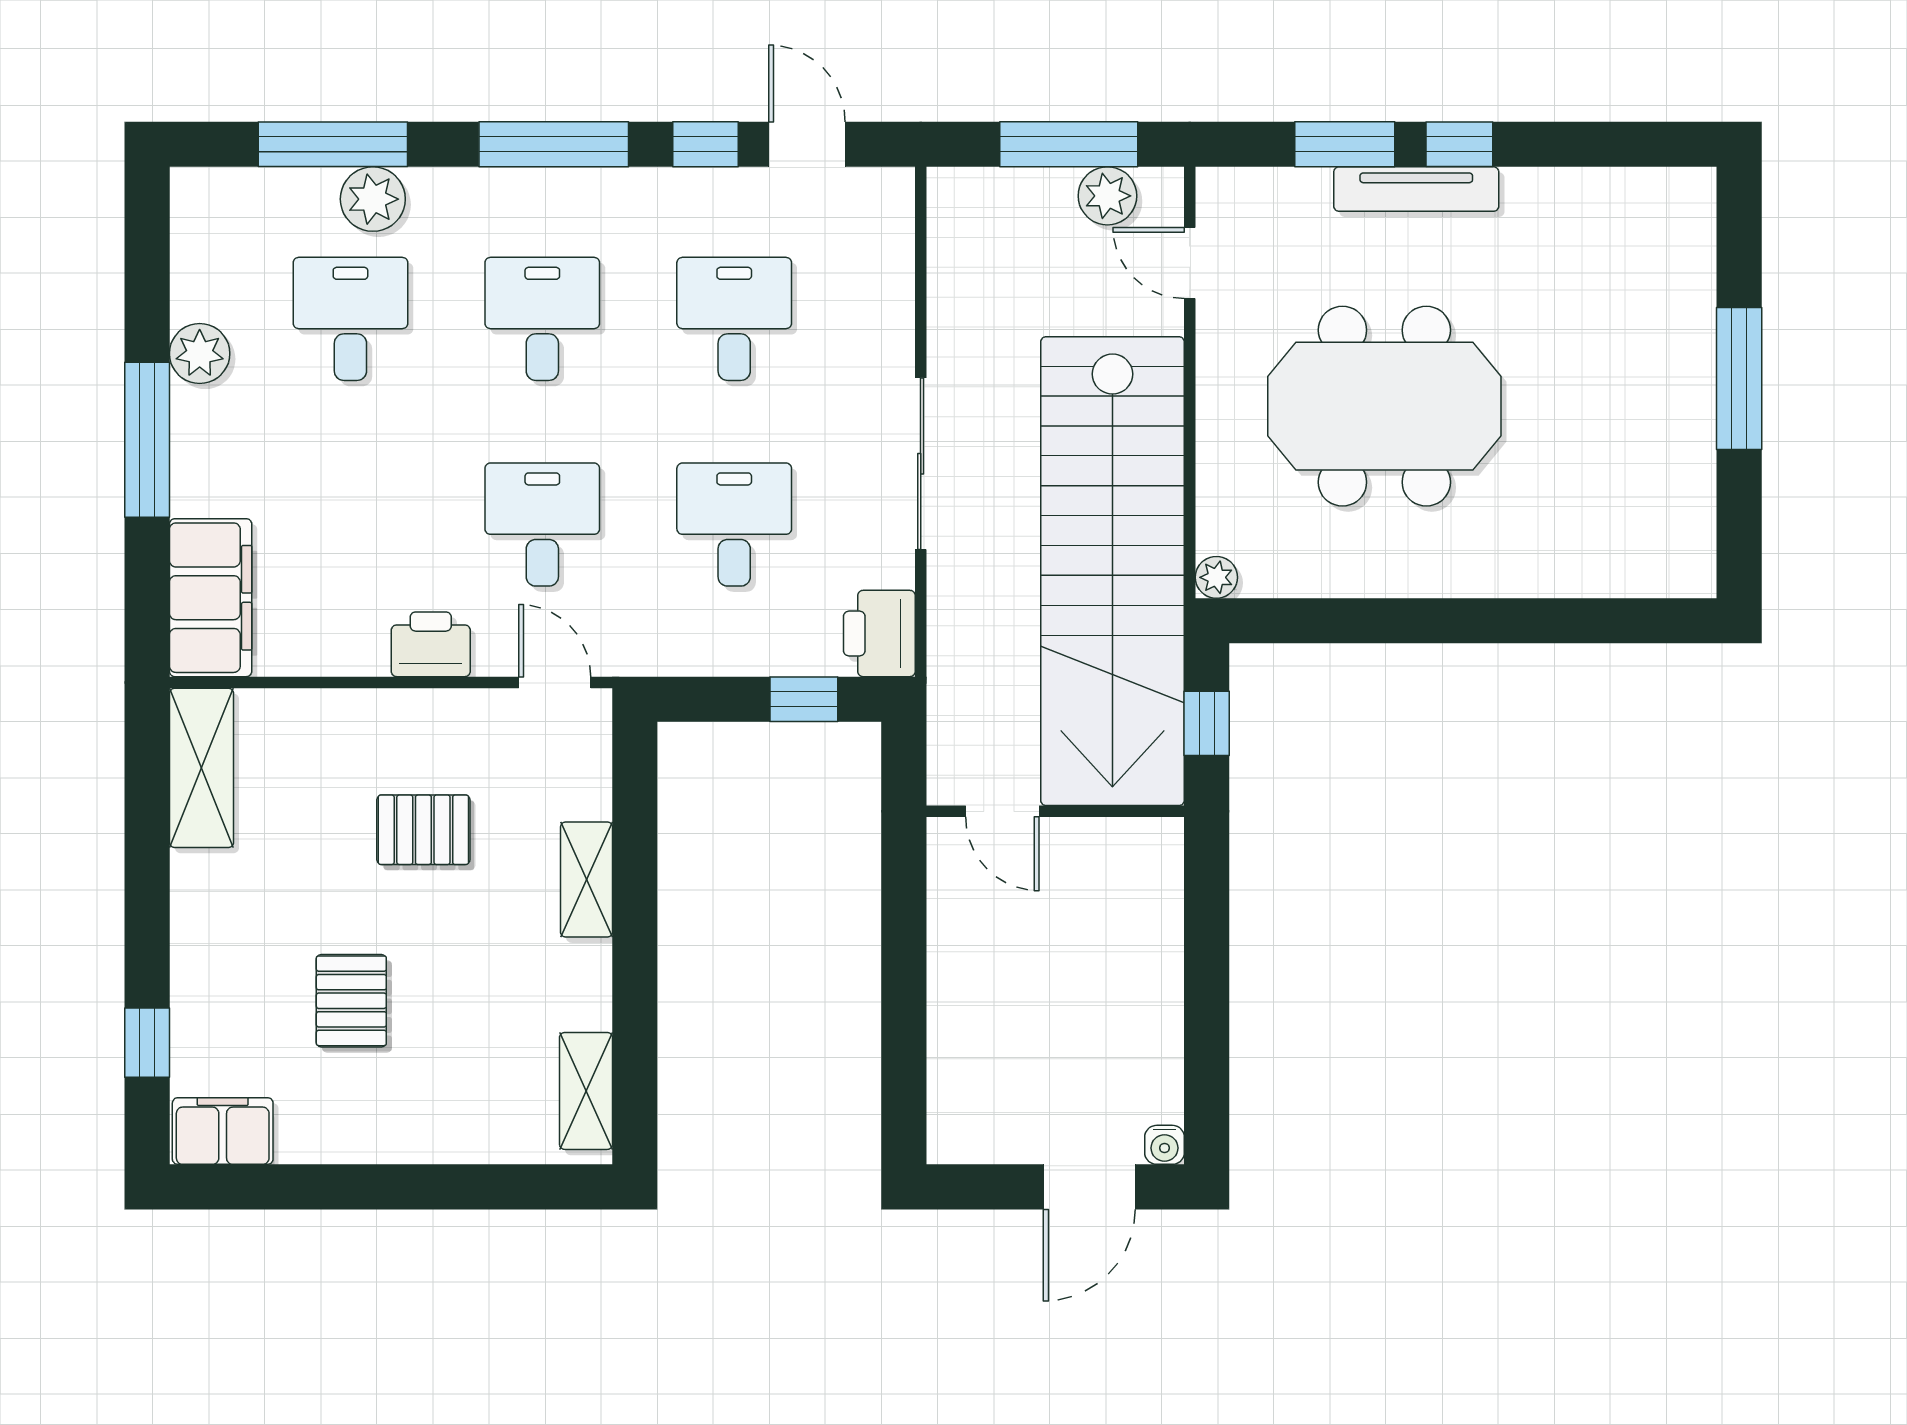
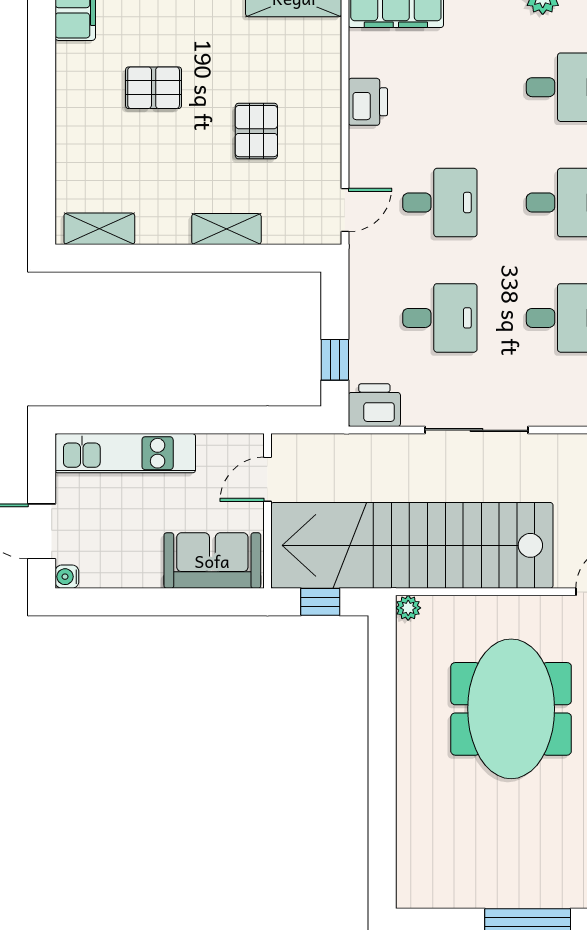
printer: (431, 644) -> (368, 102), moved
sofa: (1138, 903) -> (212, 561), added
kitchen unit: (959, 1048) -> (125, 453), added

